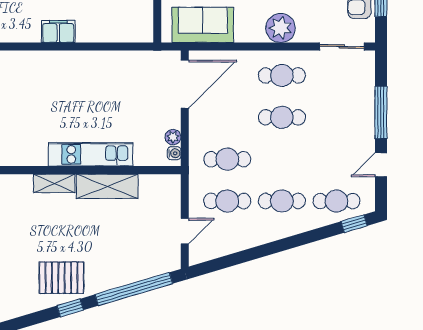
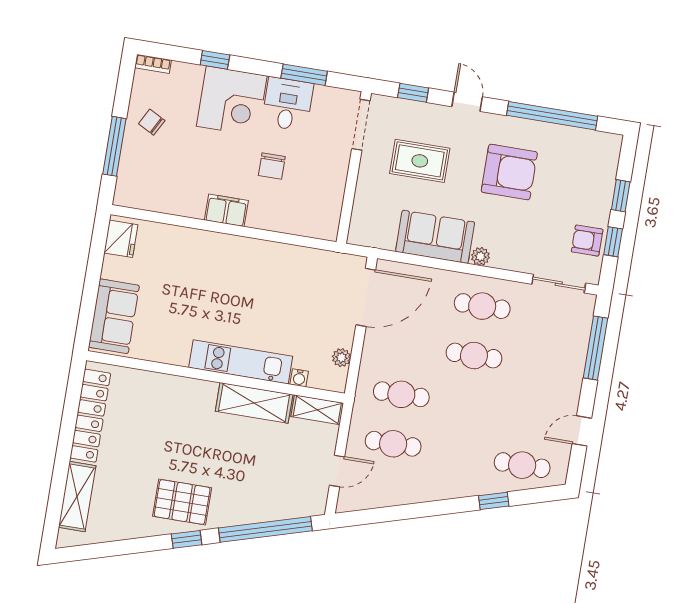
sofa: (203, 25) -> (435, 237), moved
plant: (281, 28) -> (480, 256), width x0.53, depth x0.53
window: (381, 112) -> (596, 348), moved
water cooler: (174, 153) -> (299, 378), moved, turned 90
shelving: (54, 183) -> (317, 410), moved
cafe table: (282, 201) -> (458, 454), removed
window: (354, 224) -> (494, 501), moved

